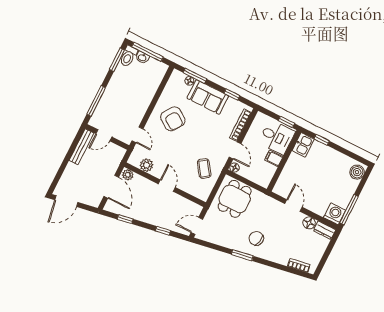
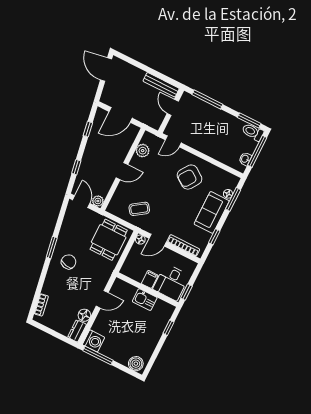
washbasin: (142, 57) -> (245, 159), moved
kitchen sink: (303, 145) -> (145, 300), moved
plant: (128, 175) -> (98, 201), moved
dining table: (235, 199) -> (109, 240), turned 90

